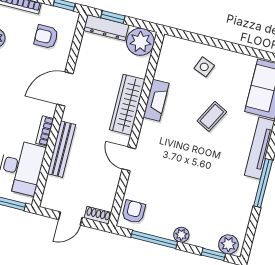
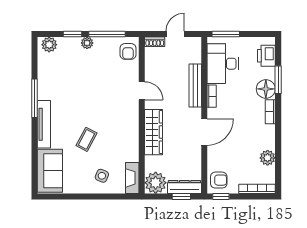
armchair: (46, 37) -> (219, 180), moved
fireplace: (156, 100) -> (132, 178), moved
window: (213, 254) -> (73, 34), moved

